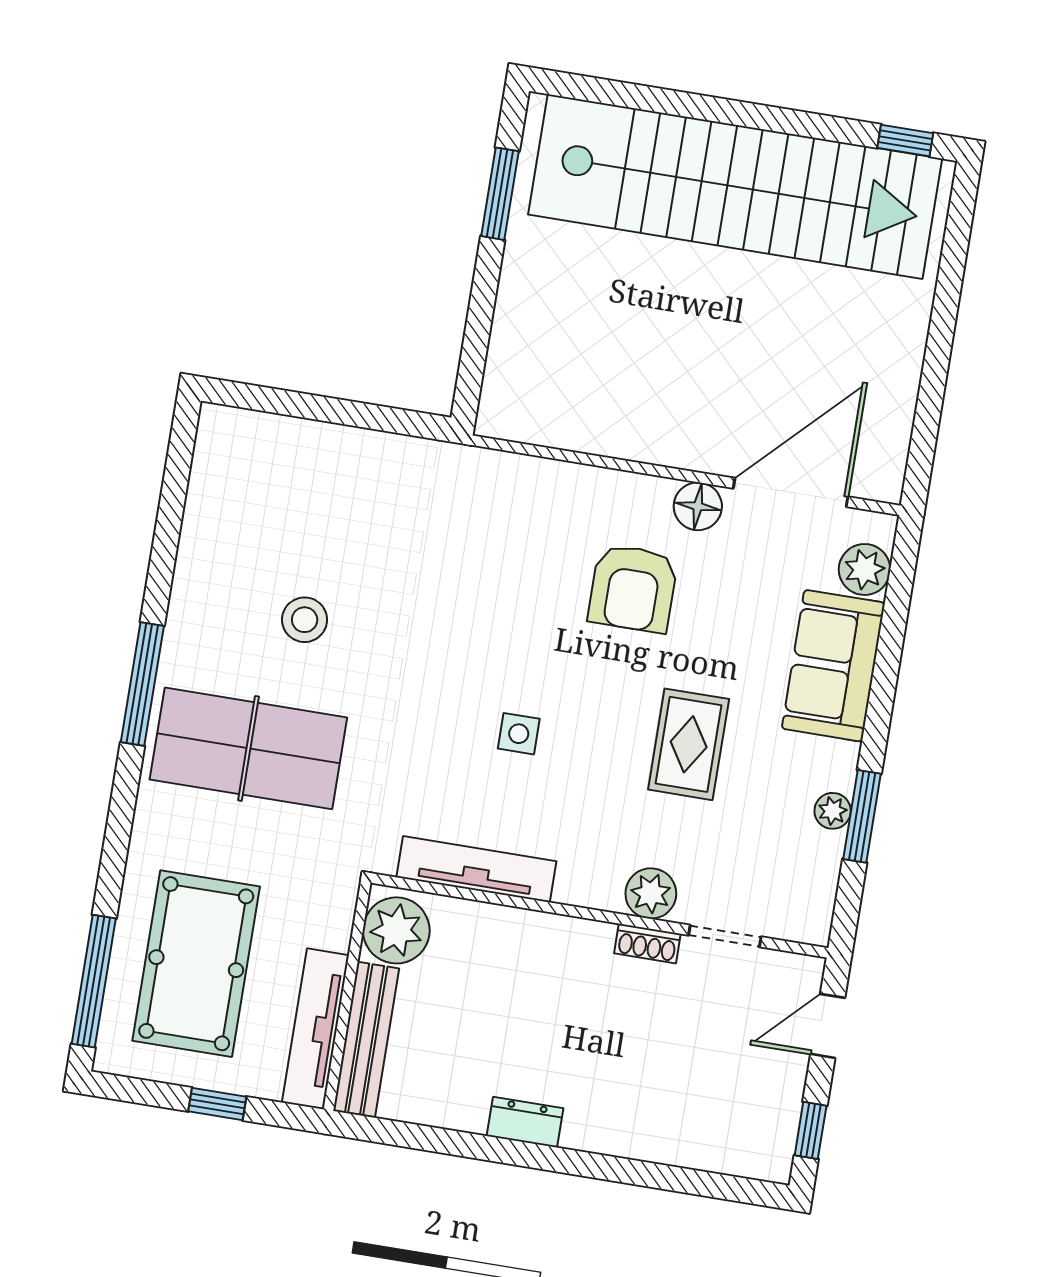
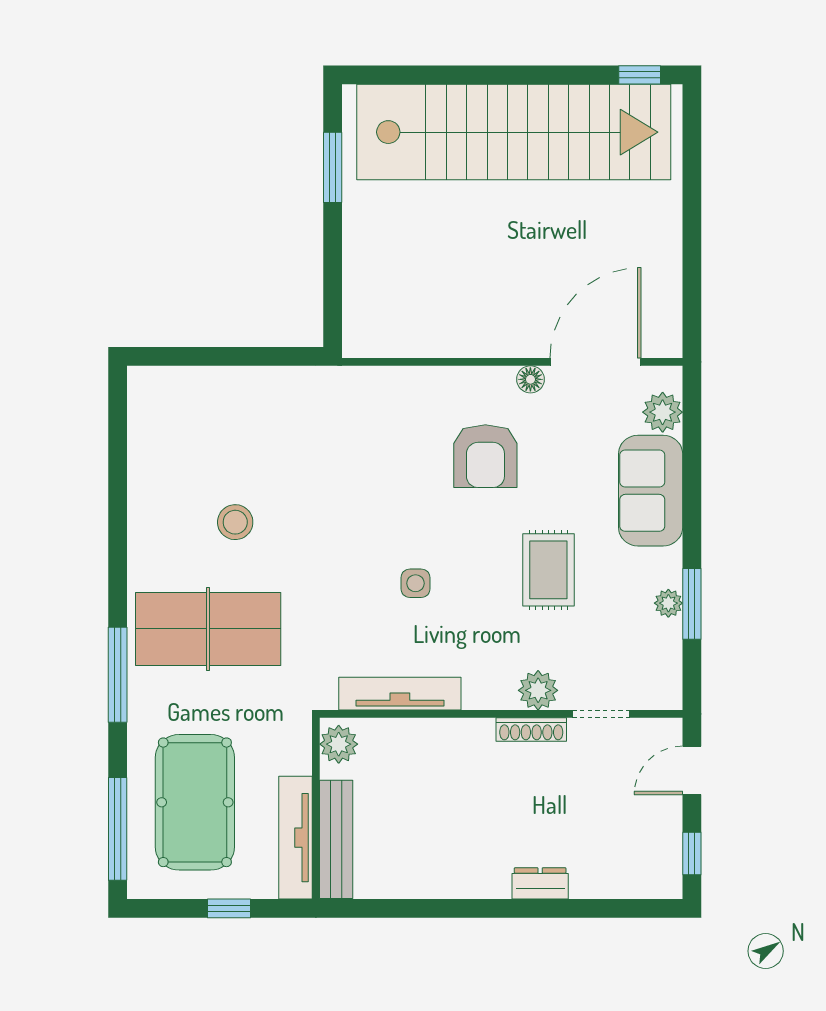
floor lamp: (698, 506) -> (530, 379), width x0.73, depth x0.73
window: (142, 684) -> (118, 675), moved
plant: (396, 930) -> (339, 744), width x0.73, depth x0.73
shoe rack: (647, 944) -> (531, 729), width x1.43
dresser: (525, 1122) -> (540, 883), moved

